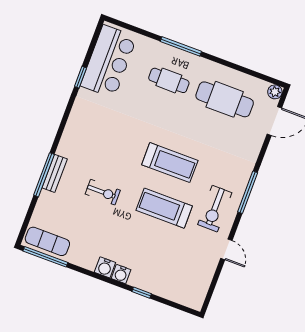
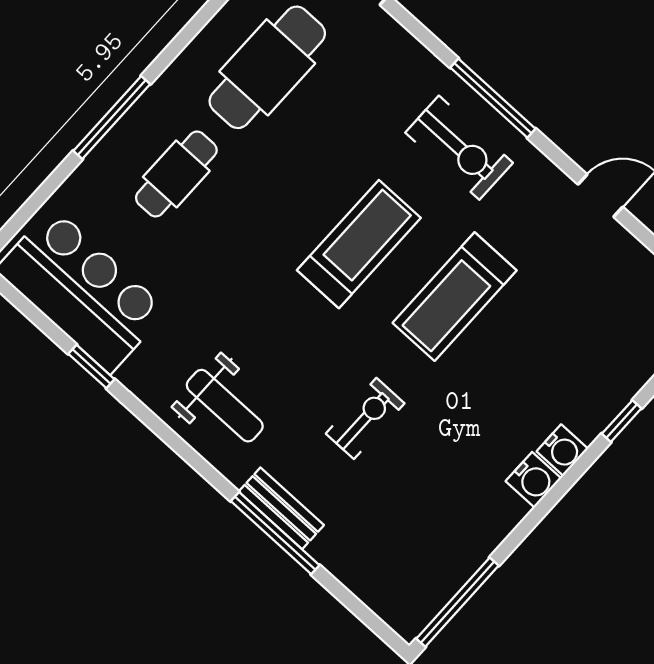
weight bench: (86, 135) -> (225, 406), added
exercise bike: (215, 209) -> (459, 148), moved
exercise mat: (47, 241) -> (425, 584), removed

